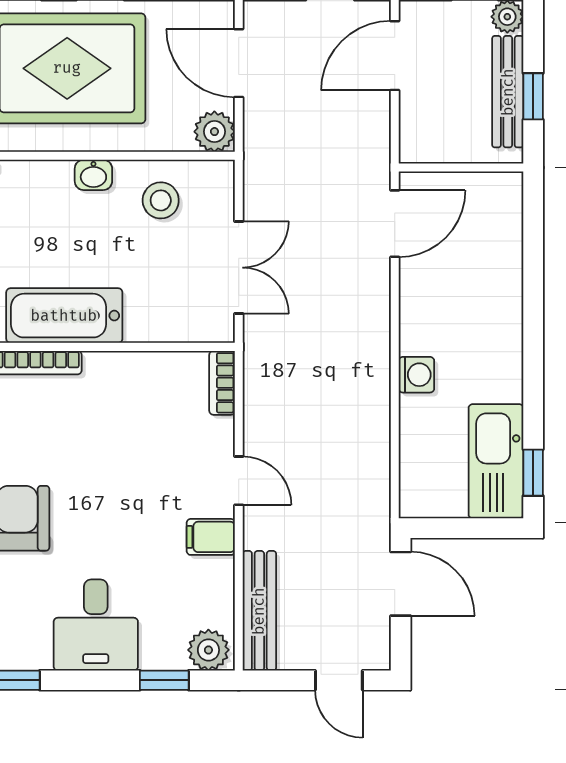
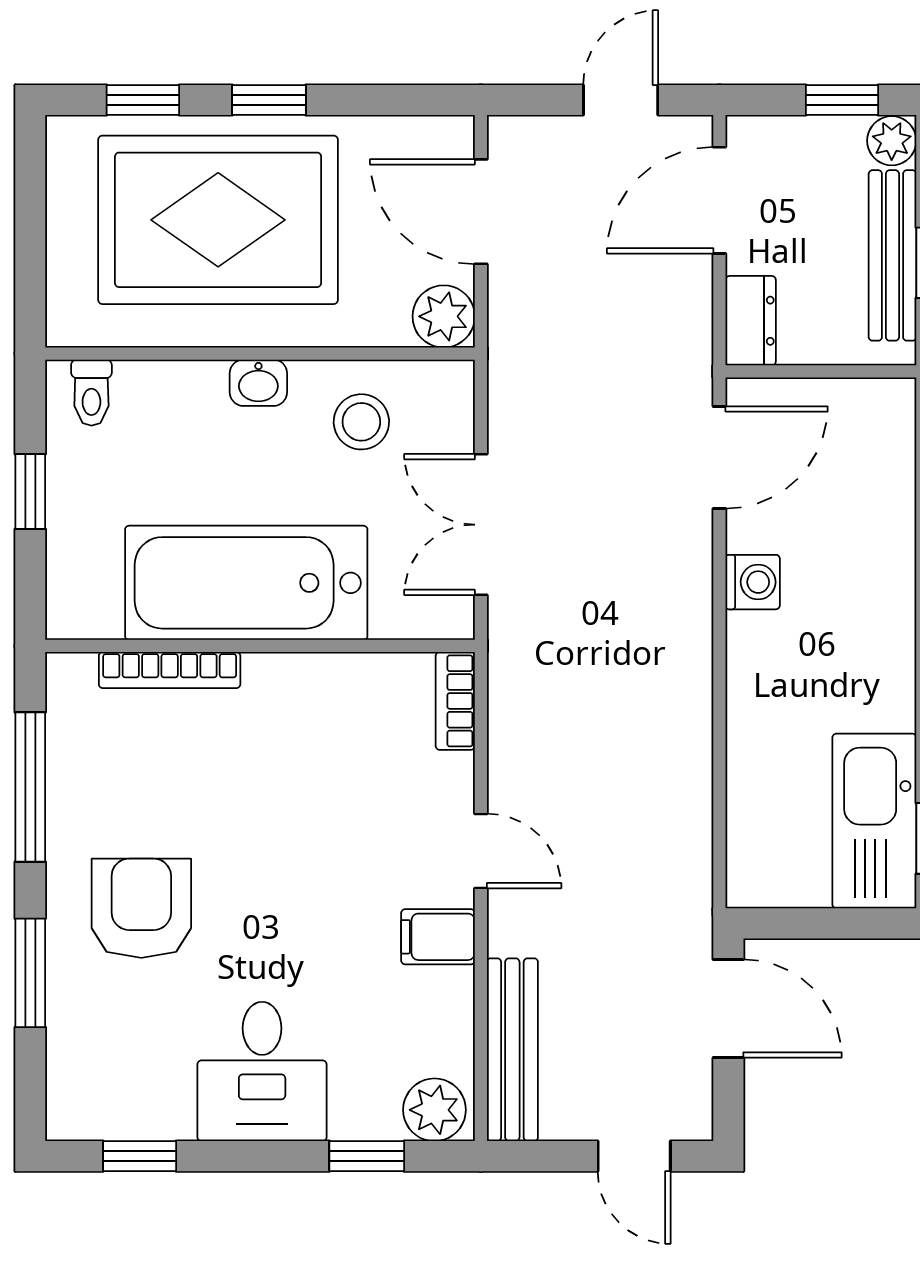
dresser: (415, 134) -> (751, 321), added
double door: (239, 268) -> (481, 525), swing flipped
bathtub: (64, 316) -> (246, 583), width x1.36, depth x1.36
washing machine: (416, 375) -> (753, 582), moved

